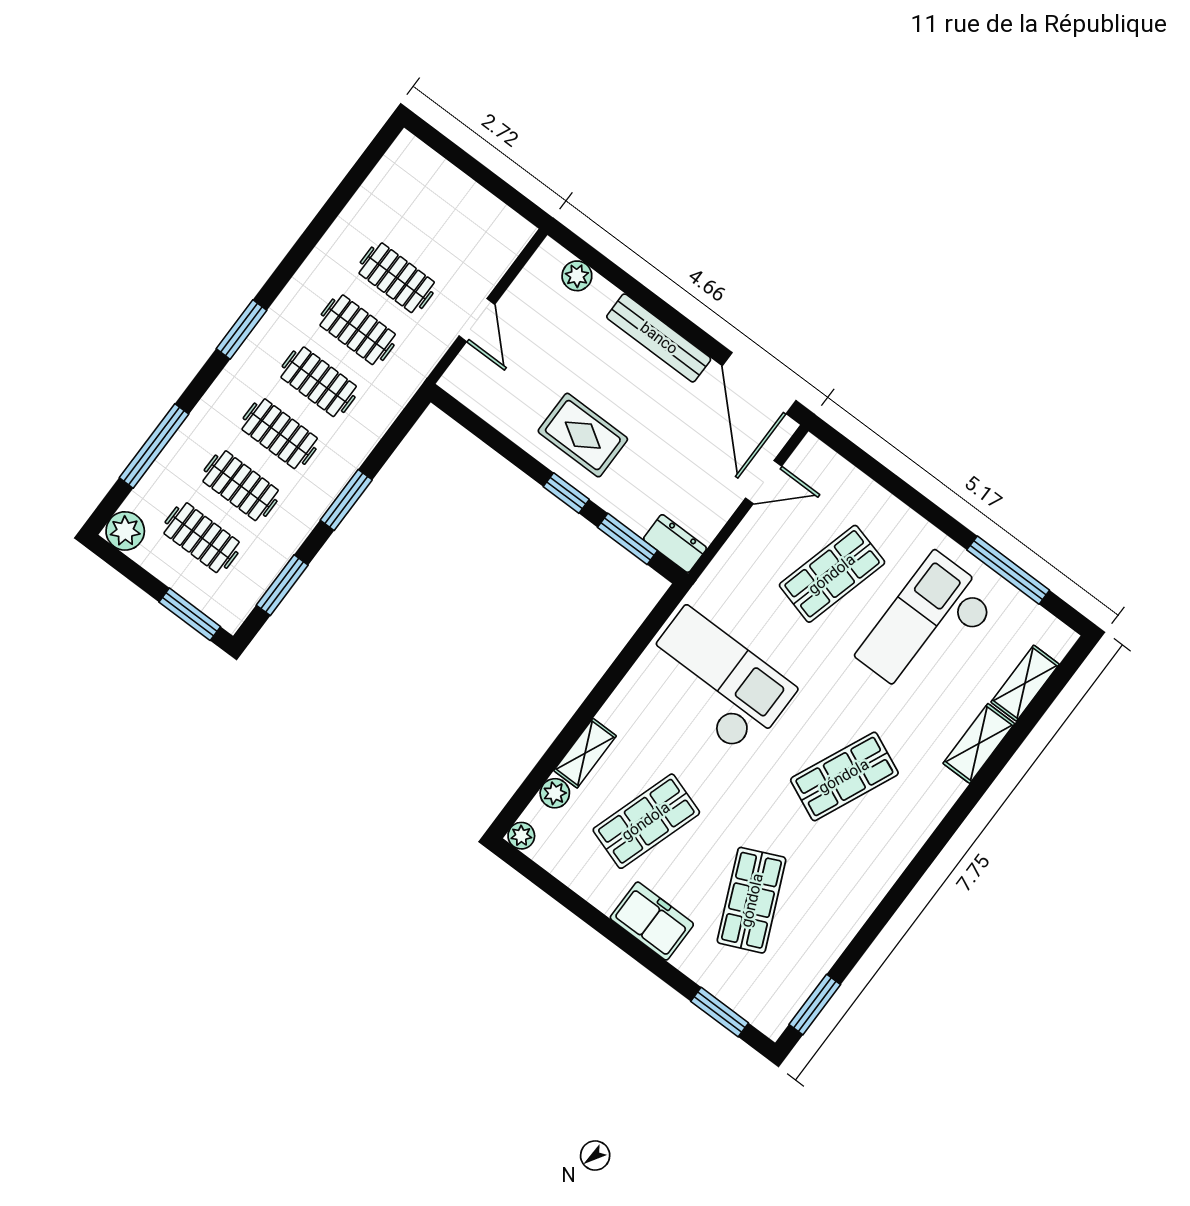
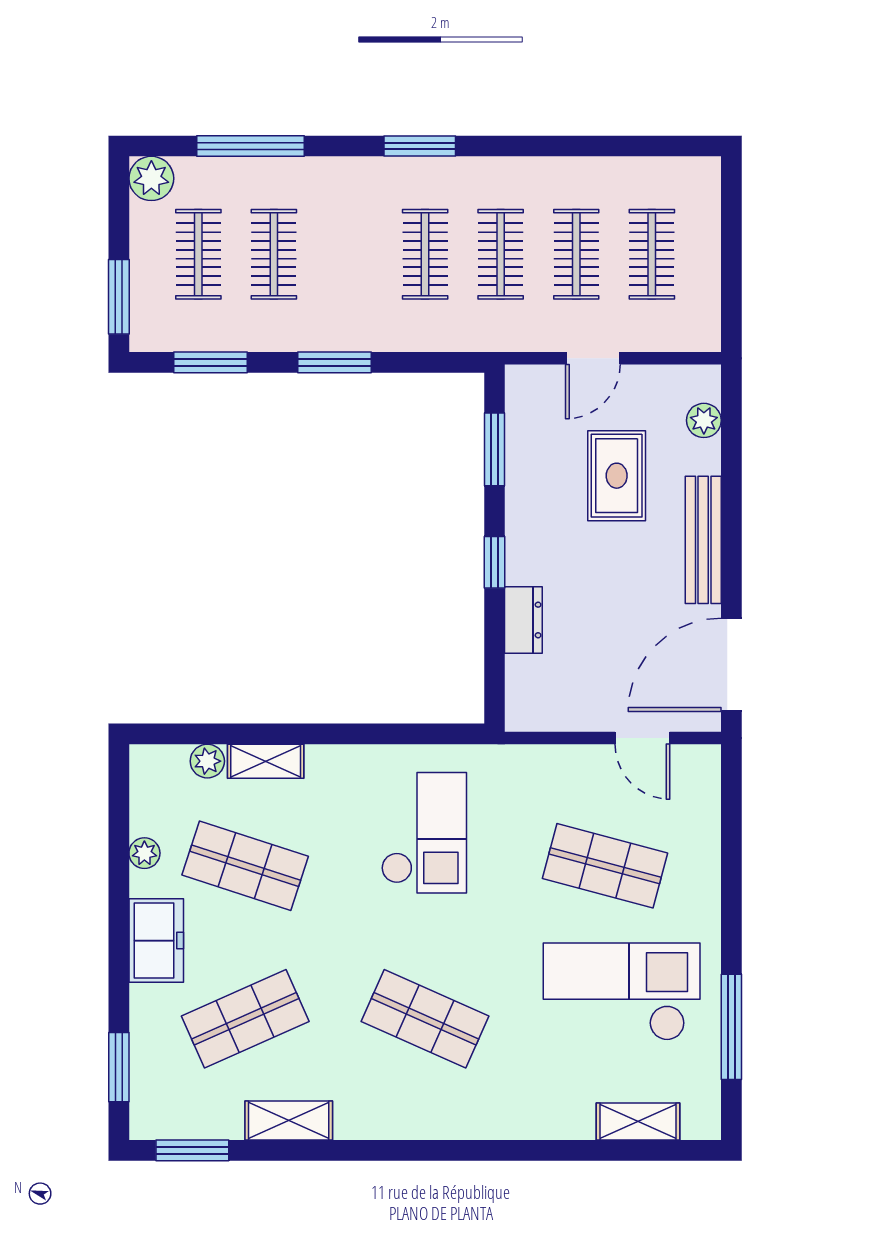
clothes rail: (280, 434) -> (652, 254), moved
rug: (583, 435) -> (617, 476), moved
window: (627, 539) -> (494, 449), moved
dresser: (675, 544) -> (523, 620), moved
checkout: (716, 681) -> (424, 833), width x0.73, depth x0.83
shelving: (979, 743) -> (289, 1121), moved
plant: (521, 836) -> (144, 853), moved

